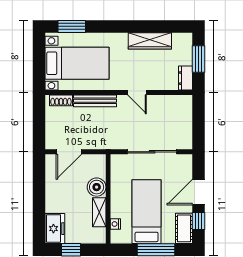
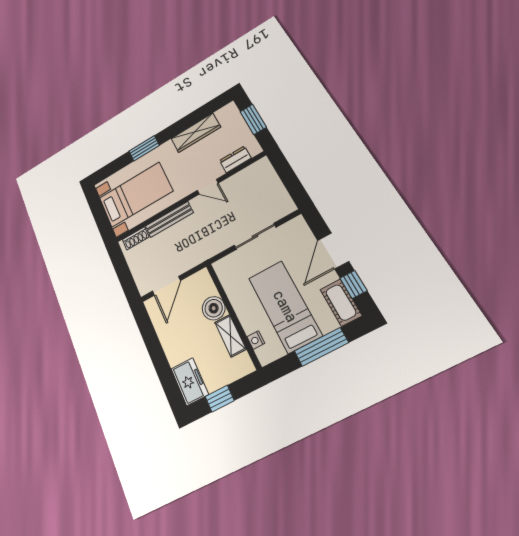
window: (72, 26) -> (144, 148), moved
dresser: (186, 78) -> (235, 159), moved, turned 90
sliding door: (152, 152) -> (255, 236), width x0.73

